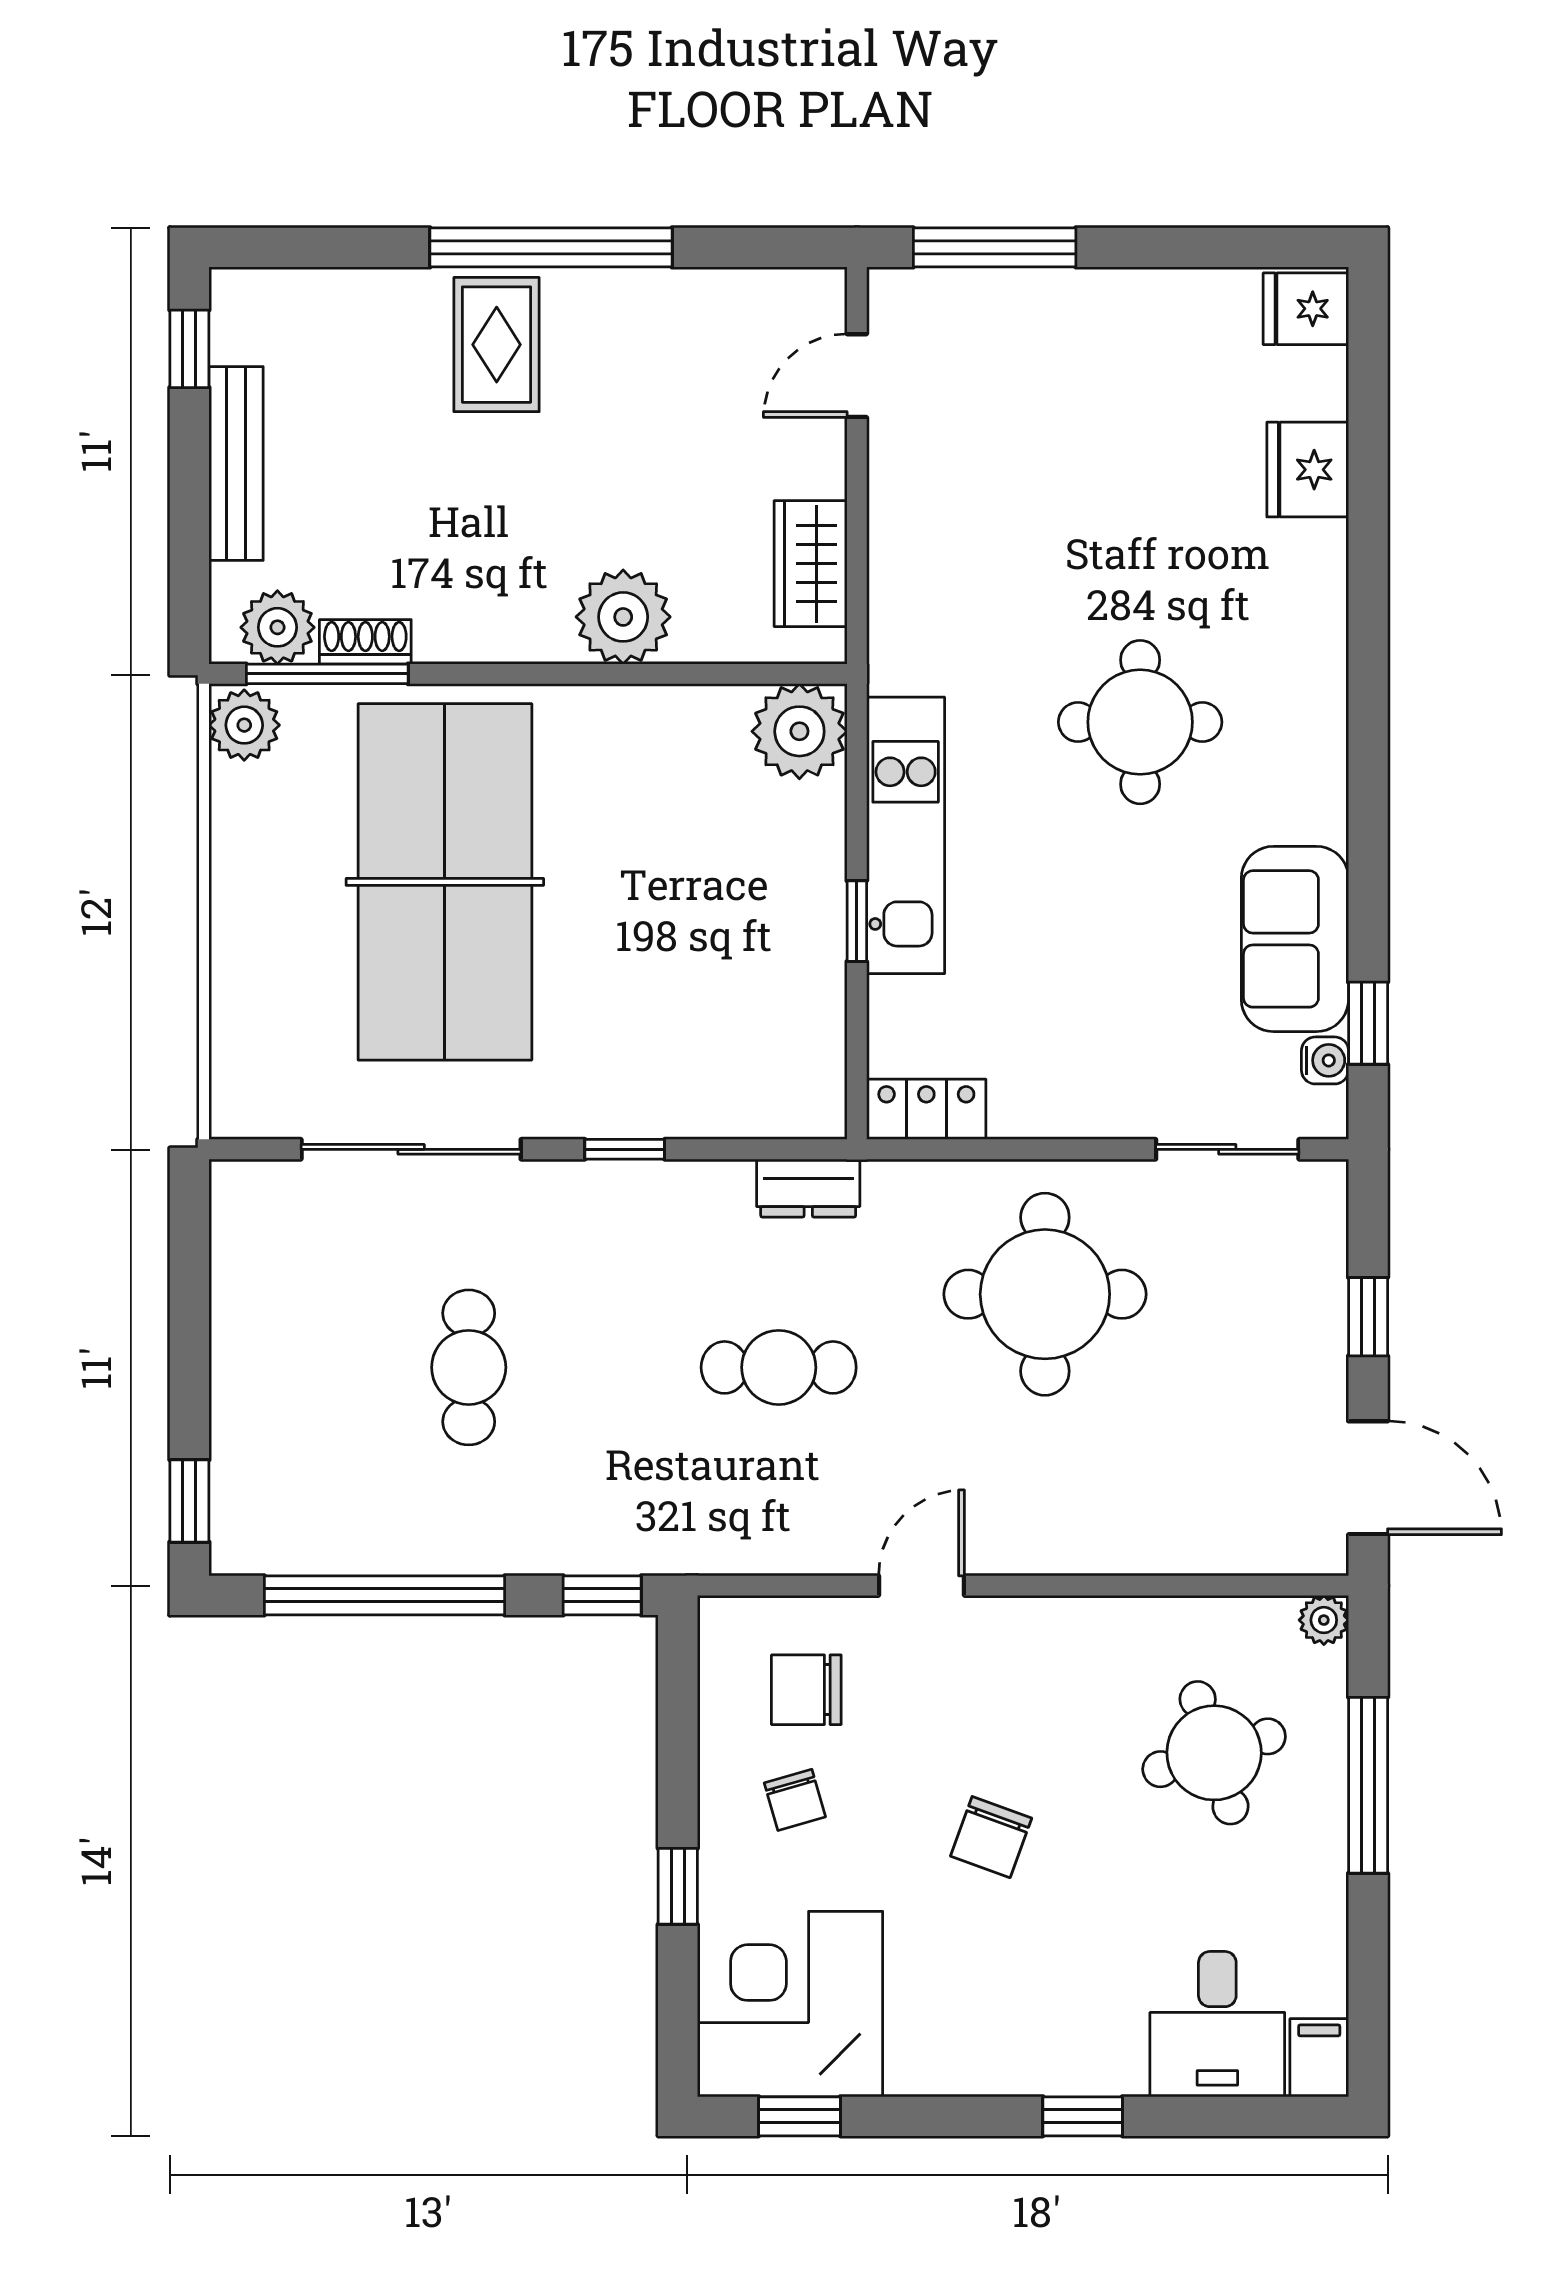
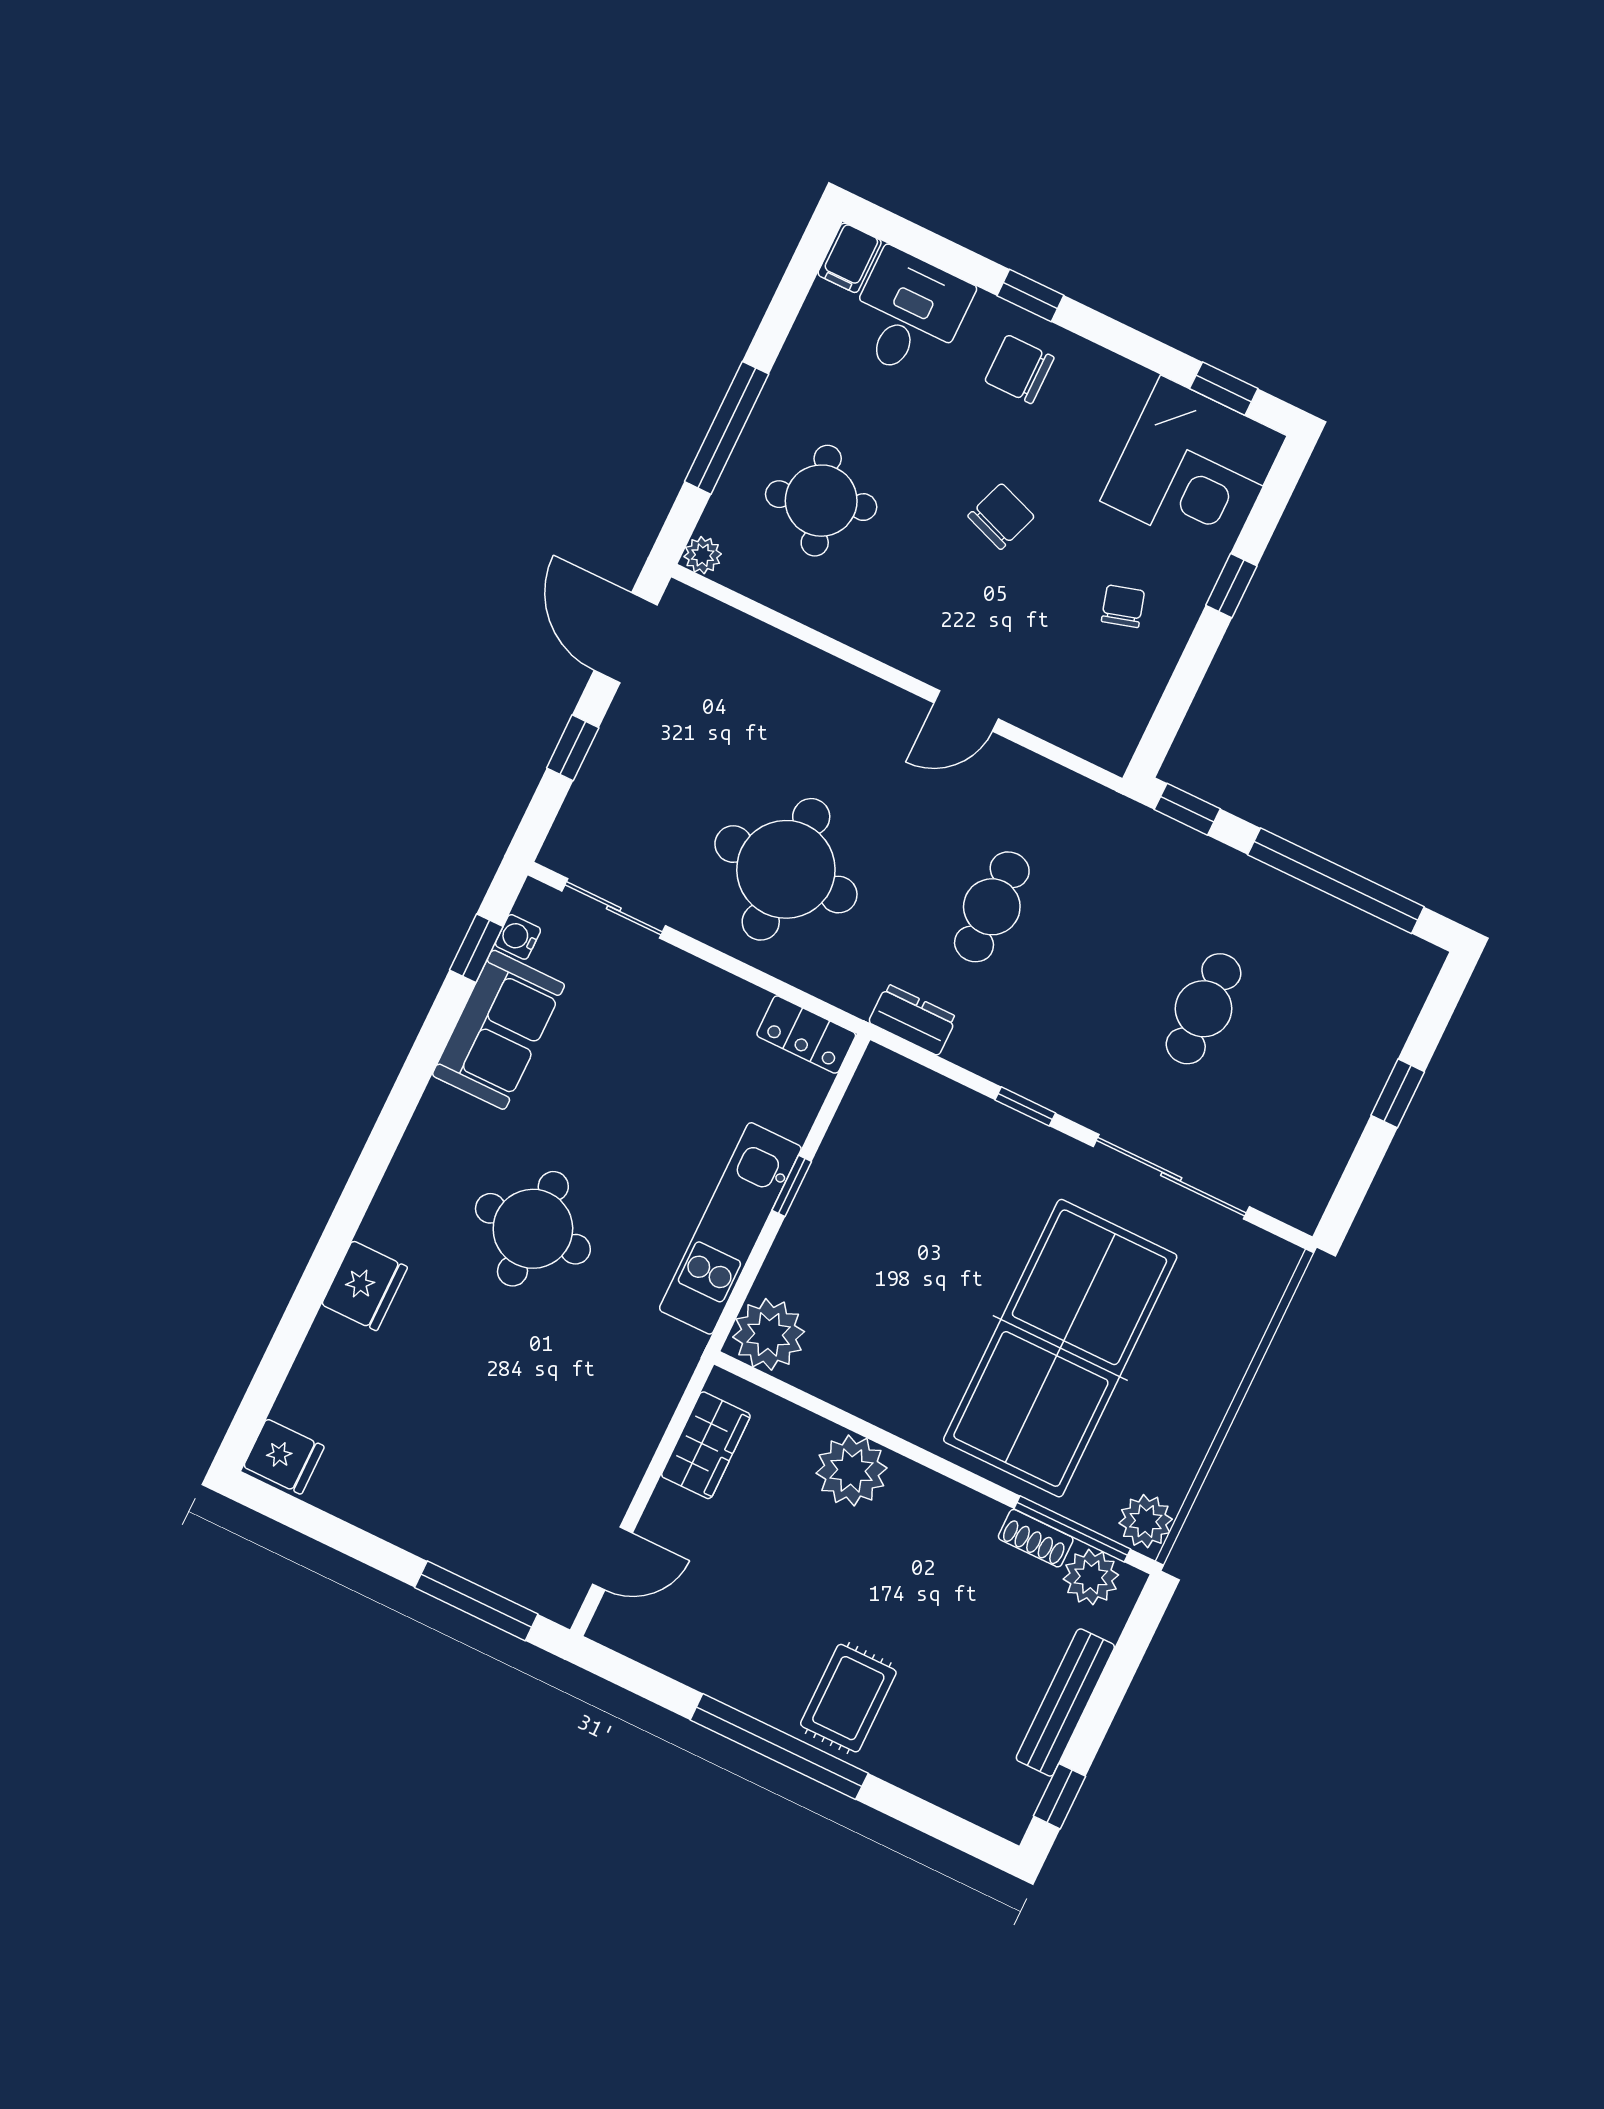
fridge: (1308, 470) -> (365, 1286), moved
cafe table: (779, 1367) -> (992, 907), turned 90
window: (189, 1501) -> (1398, 1093), moved
chair: (806, 1690) -> (1019, 369), moved, turned 180

